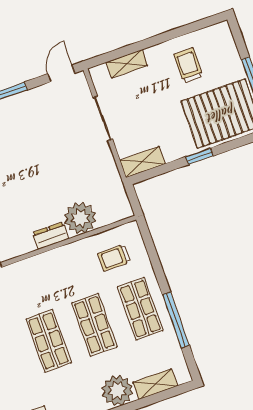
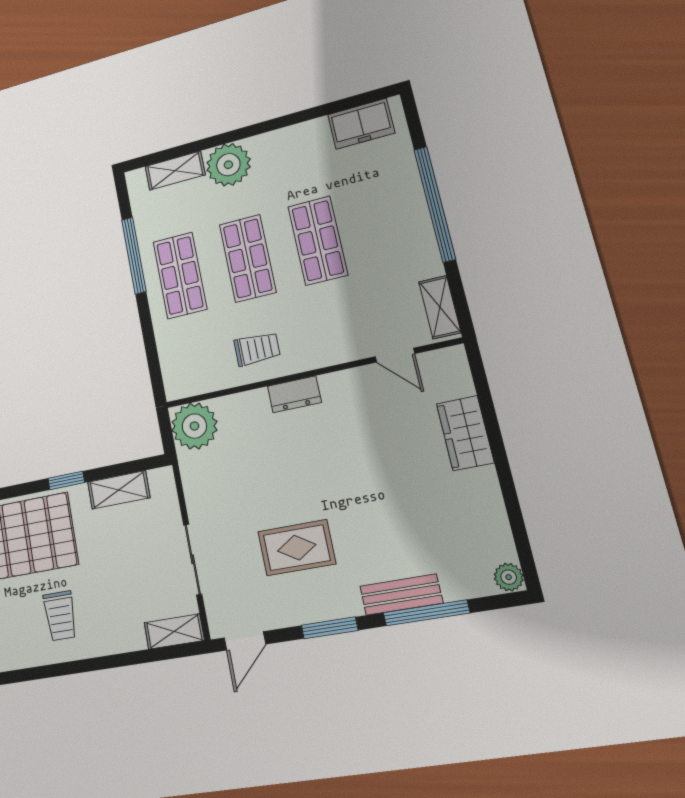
shelving: (127, 64) -> (174, 632), moved
rug: (36, 137) -> (297, 548), added
shelving: (142, 162) -> (119, 490), moved
plant: (80, 218) -> (194, 426), moved
trolley: (114, 258) -> (257, 349), moved

